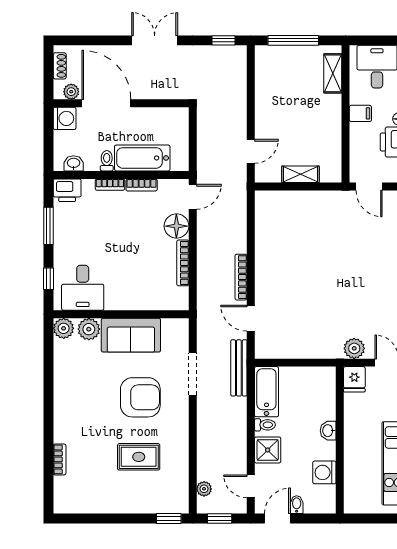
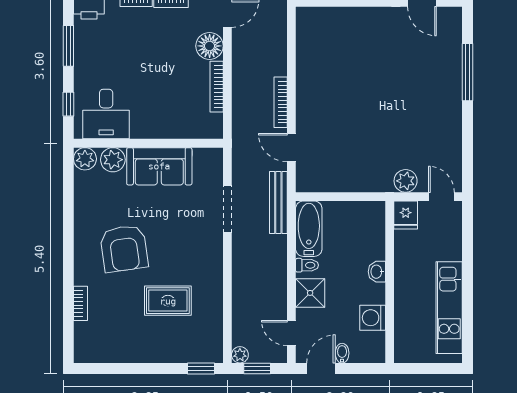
armchair: (140, 397) -> (124, 248), moved, turned 82
plant: (204, 489) -> (240, 355), moved

